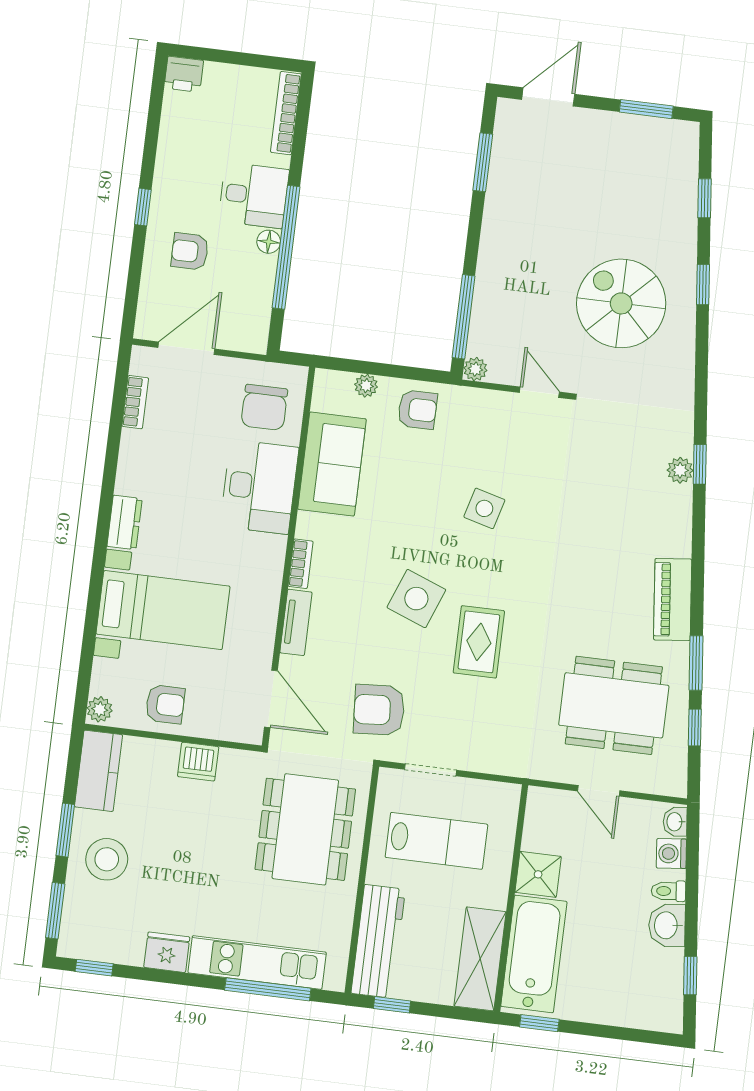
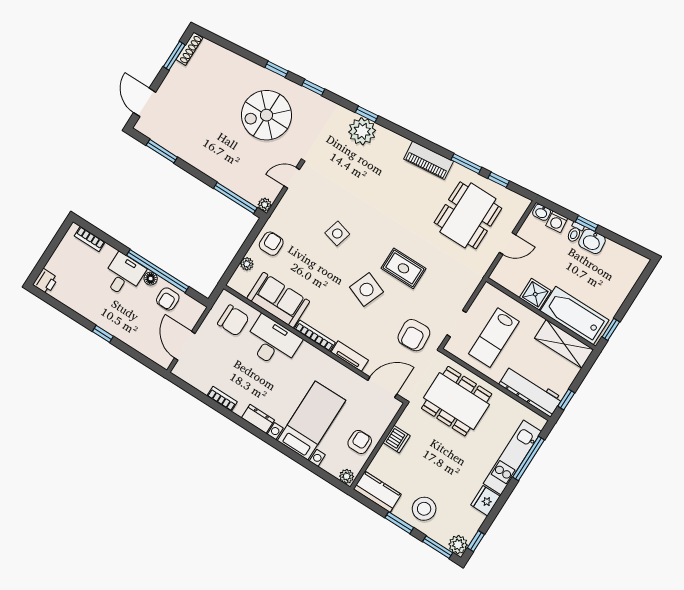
bookcase: (286, 113) -> (90, 239), width x0.64
shoe rack: (669, 128) -> (189, 49), added
window: (705, 198) -> (313, 87), moved
armchair: (190, 251) -> (168, 299), moved
bookcase: (135, 402) -> (222, 399), moved
plant: (680, 470) -> (362, 131), width x1.88, depth x1.88
bookcase: (301, 564) -> (315, 336), width x1.56
lab bench: (436, 841) -> (494, 338), turned 180
plant: (75, 942) -> (458, 545), added
window: (690, 976) -> (587, 223), moved

